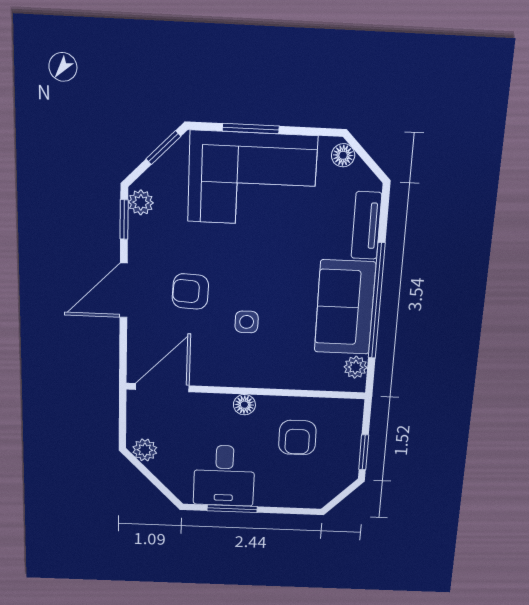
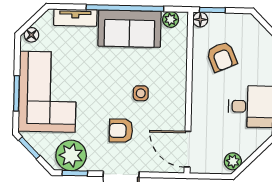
plant: (141, 202) -> (71, 155), width x1.87, depth x1.87
armchair: (190, 291) -> (121, 131), turned 87
floor lamp: (244, 405) -> (200, 20), moved
armchair: (297, 438) -> (222, 57), turned 67
window: (364, 452) -> (212, 10), moved

